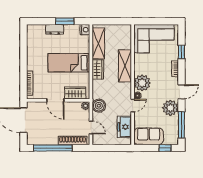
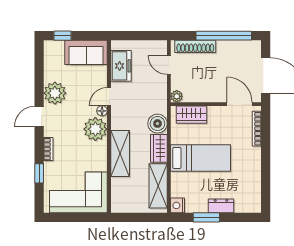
door: (55, 100) -> (239, 104), moved
boiler: (99, 106) -> (157, 124), moved
window: (181, 125) -> (39, 69), removed

